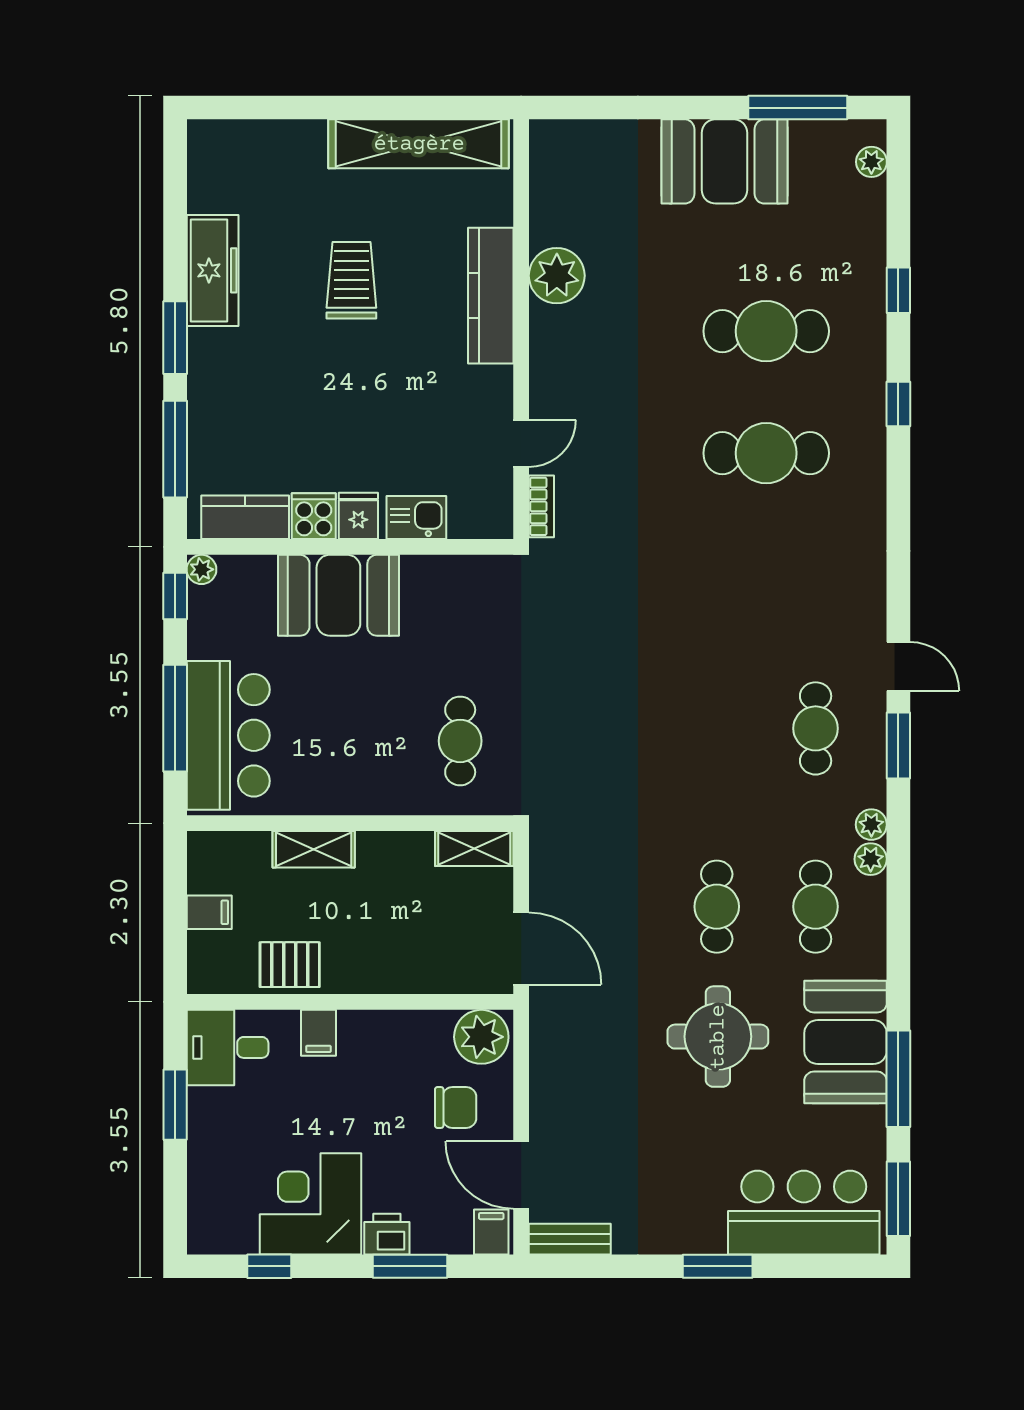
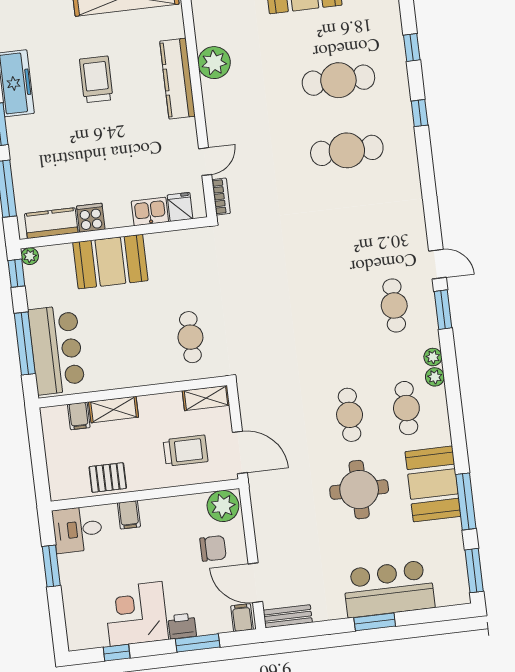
fridge: (358, 516) -> (180, 207), moved
filing cabinet: (209, 912) -> (79, 416), moved, turned 90
trolley: (429, 934) -> (186, 451), added
bar counter: (804, 1213) -> (389, 589), moved

